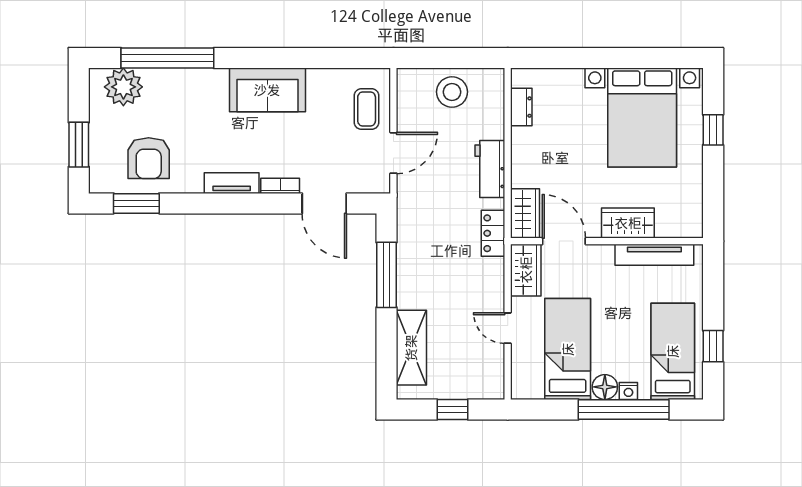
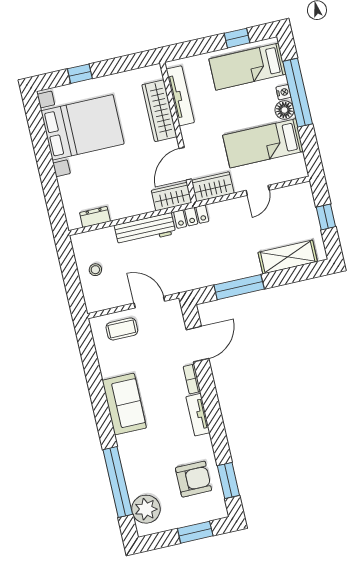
stool: (452, 92) -> (95, 270), width x0.53, depth x0.53
workbench: (490, 169) -> (145, 229), width x1.38
wardrobe: (628, 223) -> (159, 111), width x1.50

